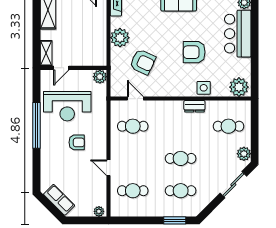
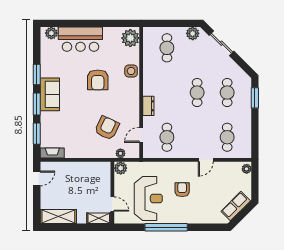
plant: (120, 38) -> (120, 153), moved, width x0.53, depth x0.53
dresser: (194, 106) -> (148, 106), moved

